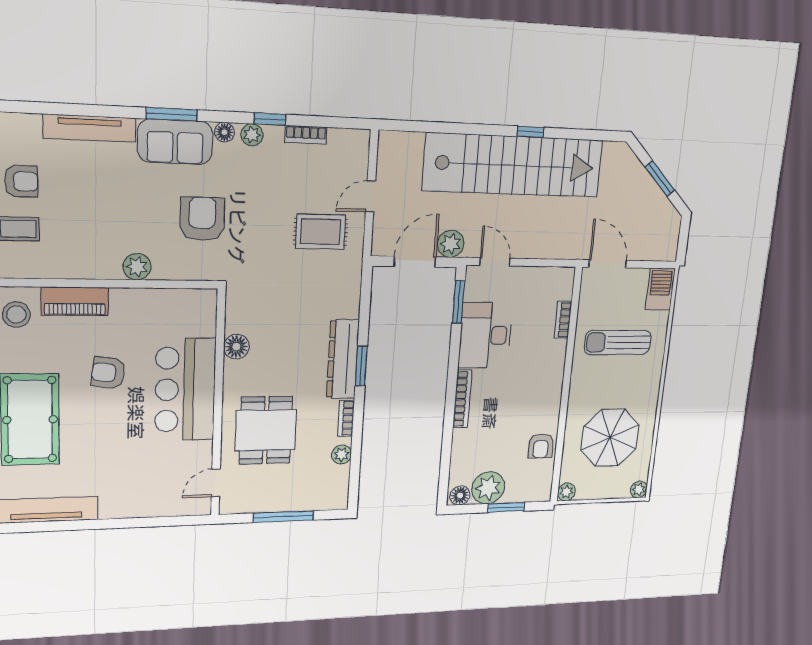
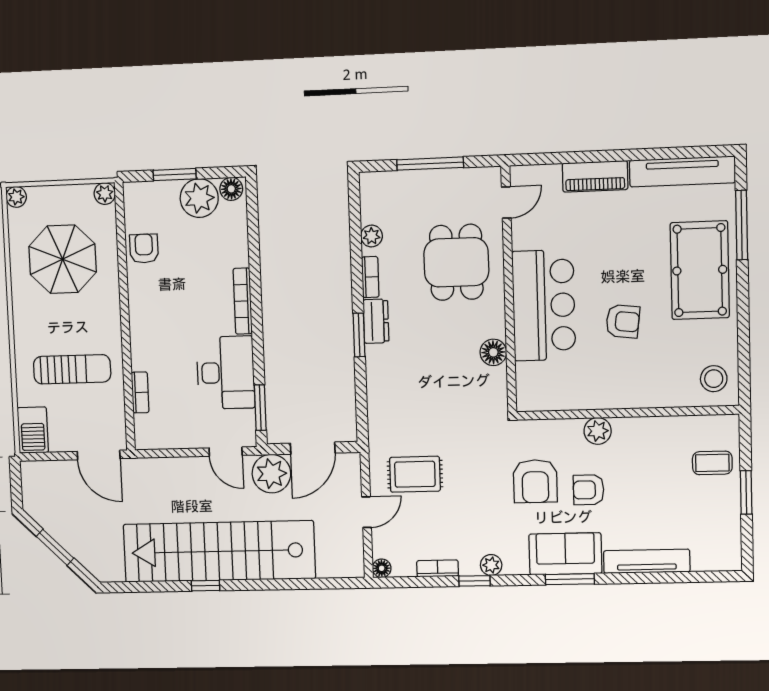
floor lamp: (224, 132) -> (382, 568), moved
armchair: (21, 181) -> (589, 490), moved
plant: (451, 244) -> (271, 474), width x1.36, depth x1.36
piano: (75, 301) -> (595, 176), moved, turned 180
dresser: (343, 359) -> (376, 321), width x0.51, depth x0.80

